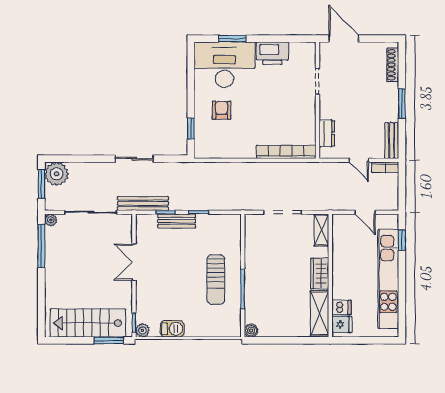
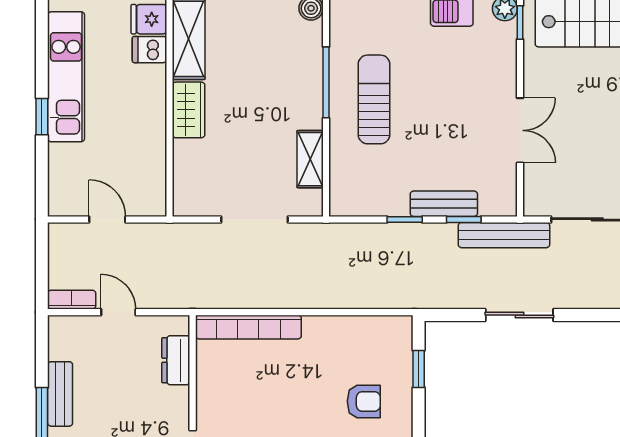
armchair: (222, 110) -> (364, 401), turned -90
bench: (392, 141) -> (60, 394), moved
shelving: (321, 230) -> (310, 159), moved
window: (402, 240) -> (42, 117), moved
kitchen unit: (388, 279) -> (66, 77), width x0.73

